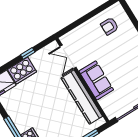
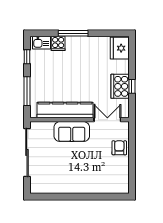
armchair: (110, 26) -> (119, 148), moved
cooker: (22, 71) -> (120, 86), moved

